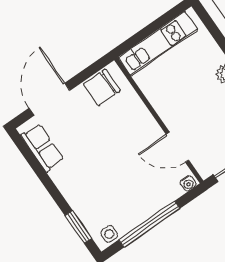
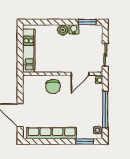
chair: (102, 87) -> (53, 87), moved
row of seats: (42, 148) -> (52, 133), width x2.02

